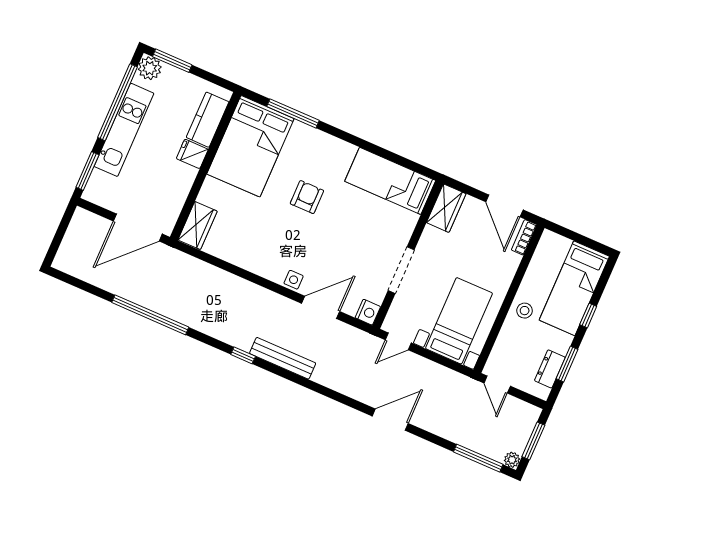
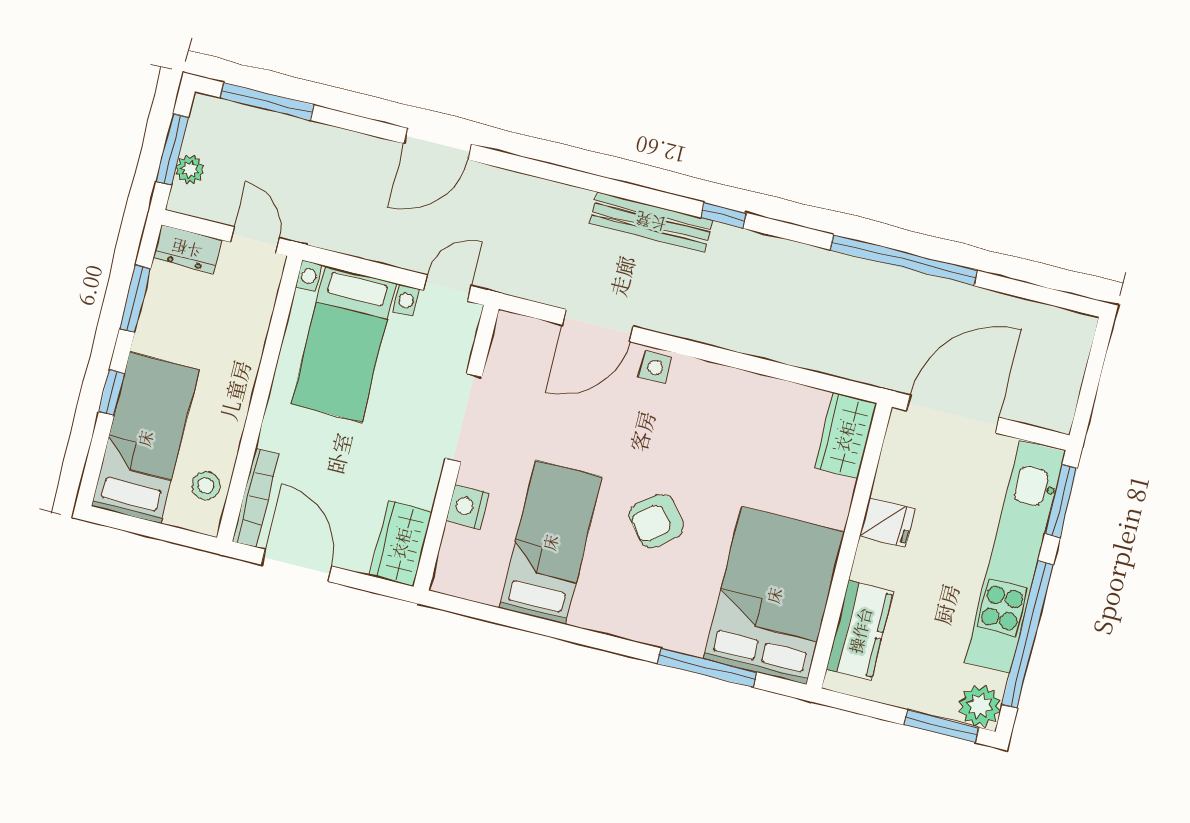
kitchen unit: (124, 130) -> (1015, 557), width x1.36
fridge: (192, 154) -> (887, 522), moved
bed: (390, 181) -> (550, 542), moved, turned -90
armchair: (307, 197) -> (656, 521), turned 51
bookcase: (524, 237) -> (256, 498), width x1.56
stool: (525, 311) -> (206, 486), moved
nightstand: (368, 312) -> (467, 507), moved
dresser: (550, 369) -> (187, 249), moved, turned 90
plant: (512, 460) -> (190, 170), moved

